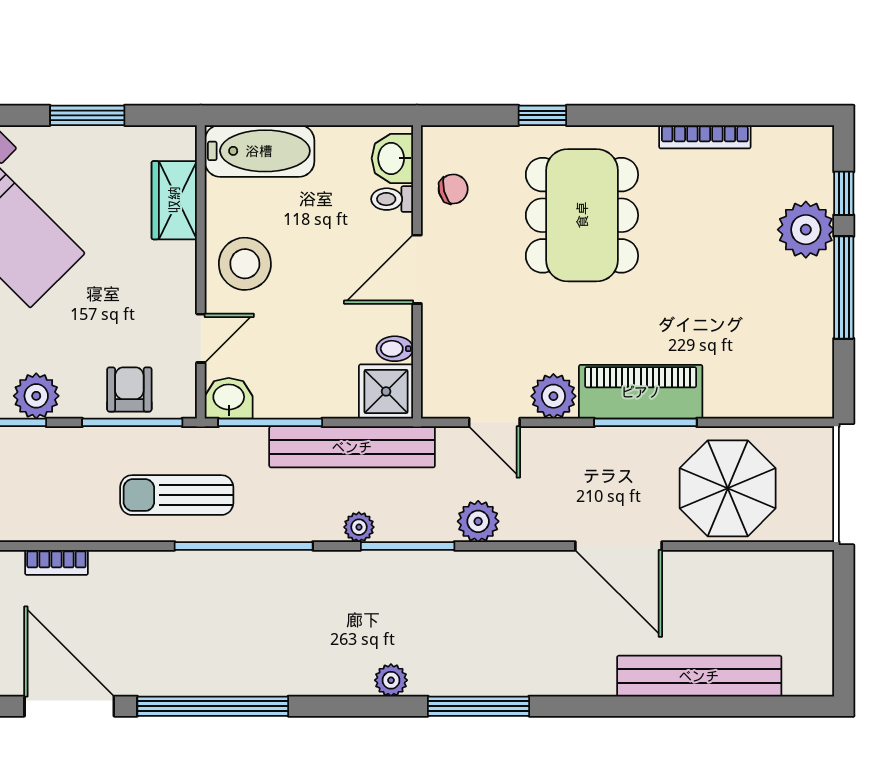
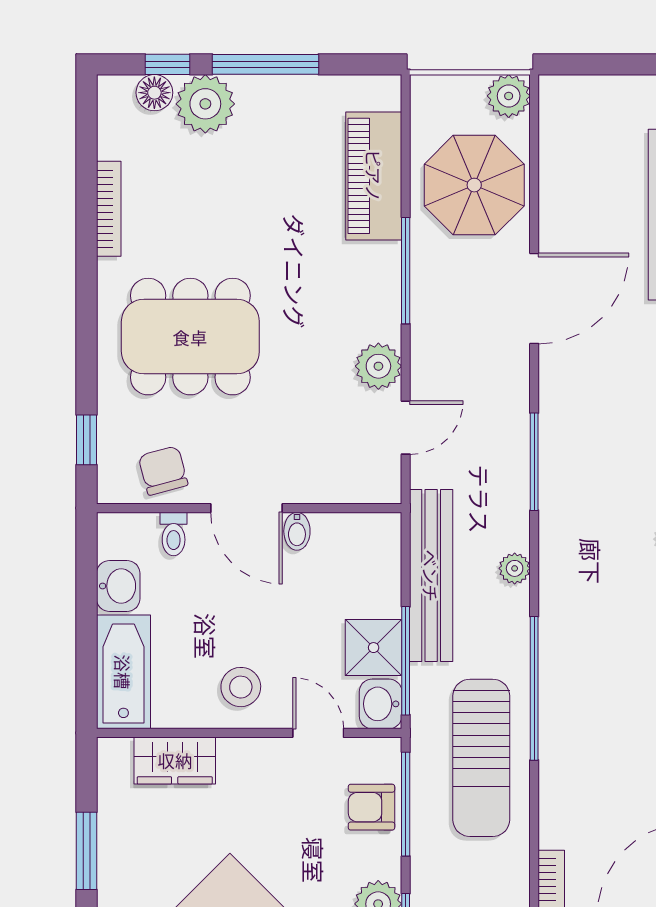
window: (542, 115) -> (87, 440), moved
washbasin: (392, 158) -> (118, 586), moved, turned -90
floor lamp: (817, 181) -> (154, 93), added
chair: (453, 189) -> (163, 471), width x1.37, depth x1.37
stool: (245, 264) -> (241, 687), width x0.73, depth x0.73
bidet: (395, 349) -> (297, 531), moved
shower: (386, 391) -> (374, 648), moved
piano: (641, 392) -> (374, 176), moved
sun lounger: (177, 495) -> (481, 758), width x1.36, depth x1.34
plant: (478, 521) -> (509, 96), moved
window: (408, 546) -> (534, 462), moved

